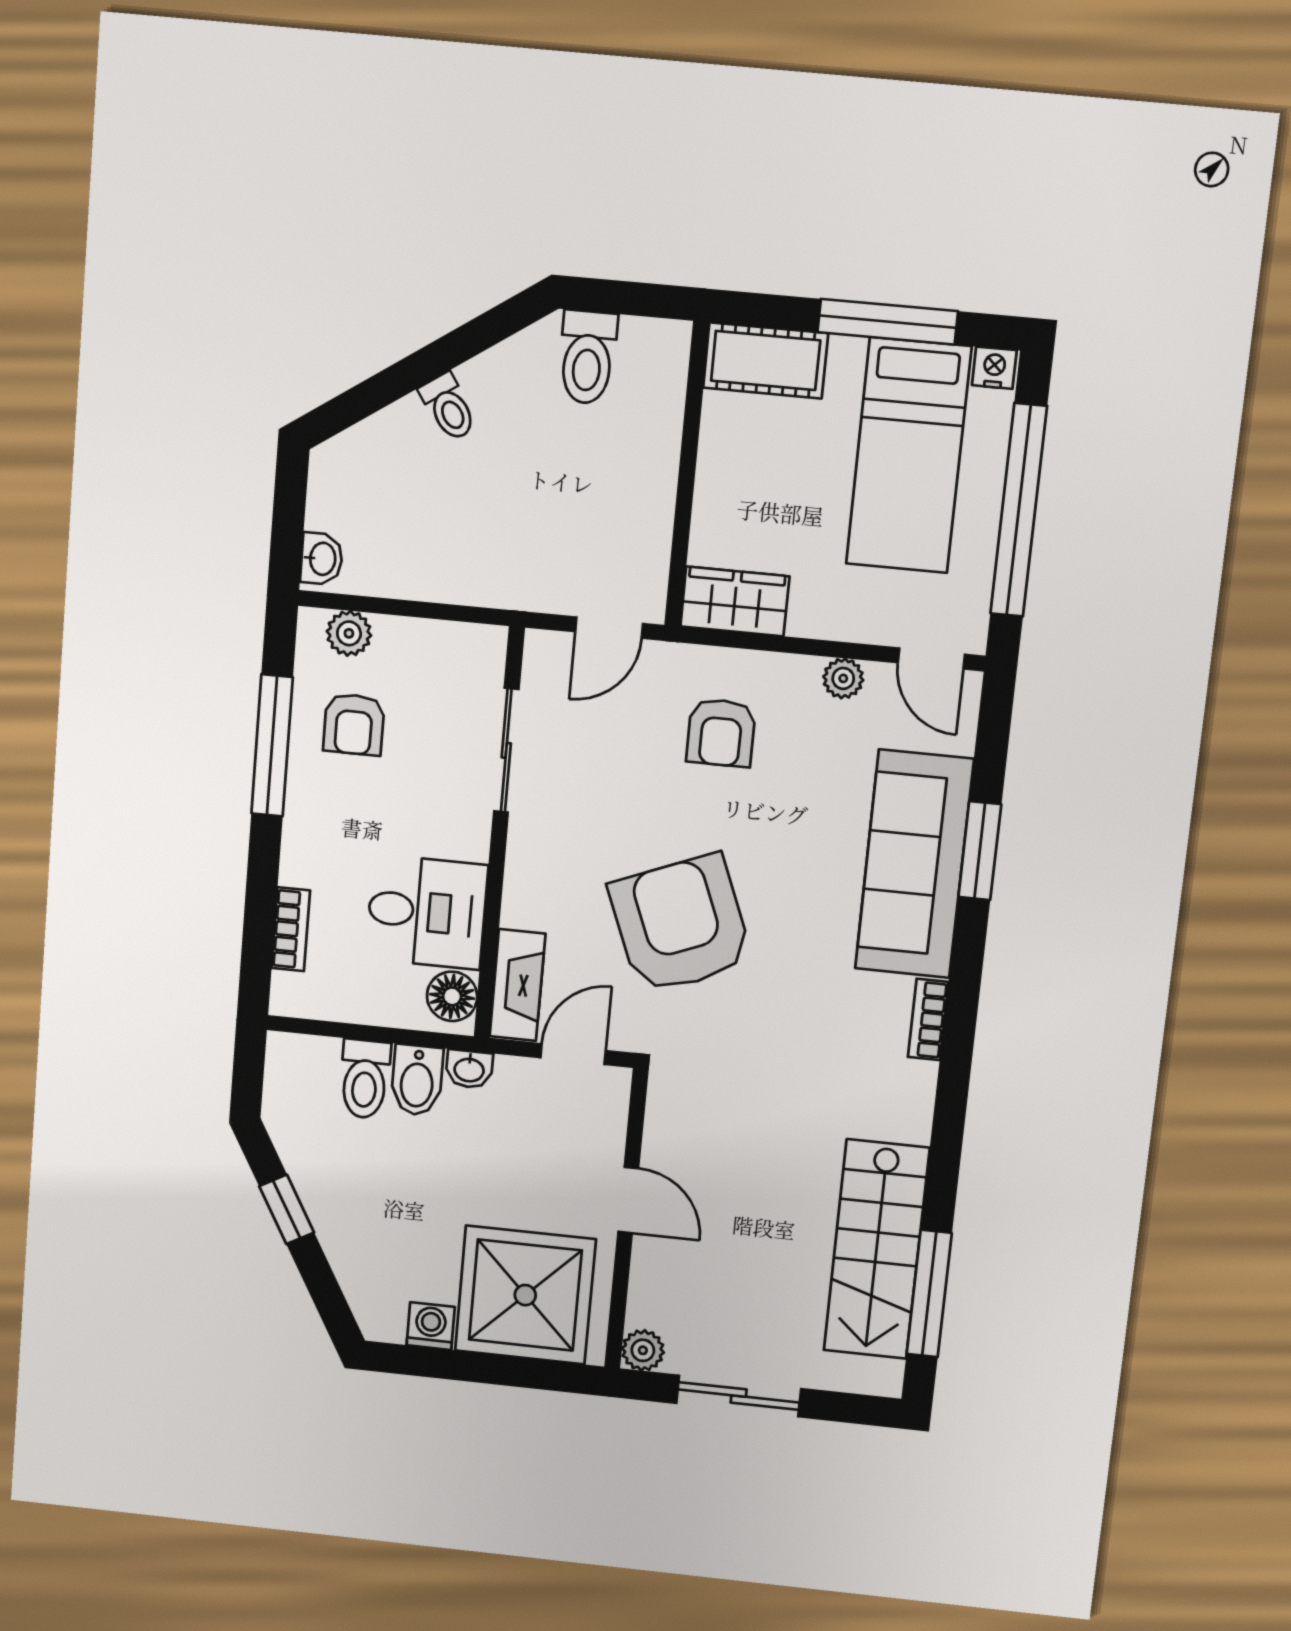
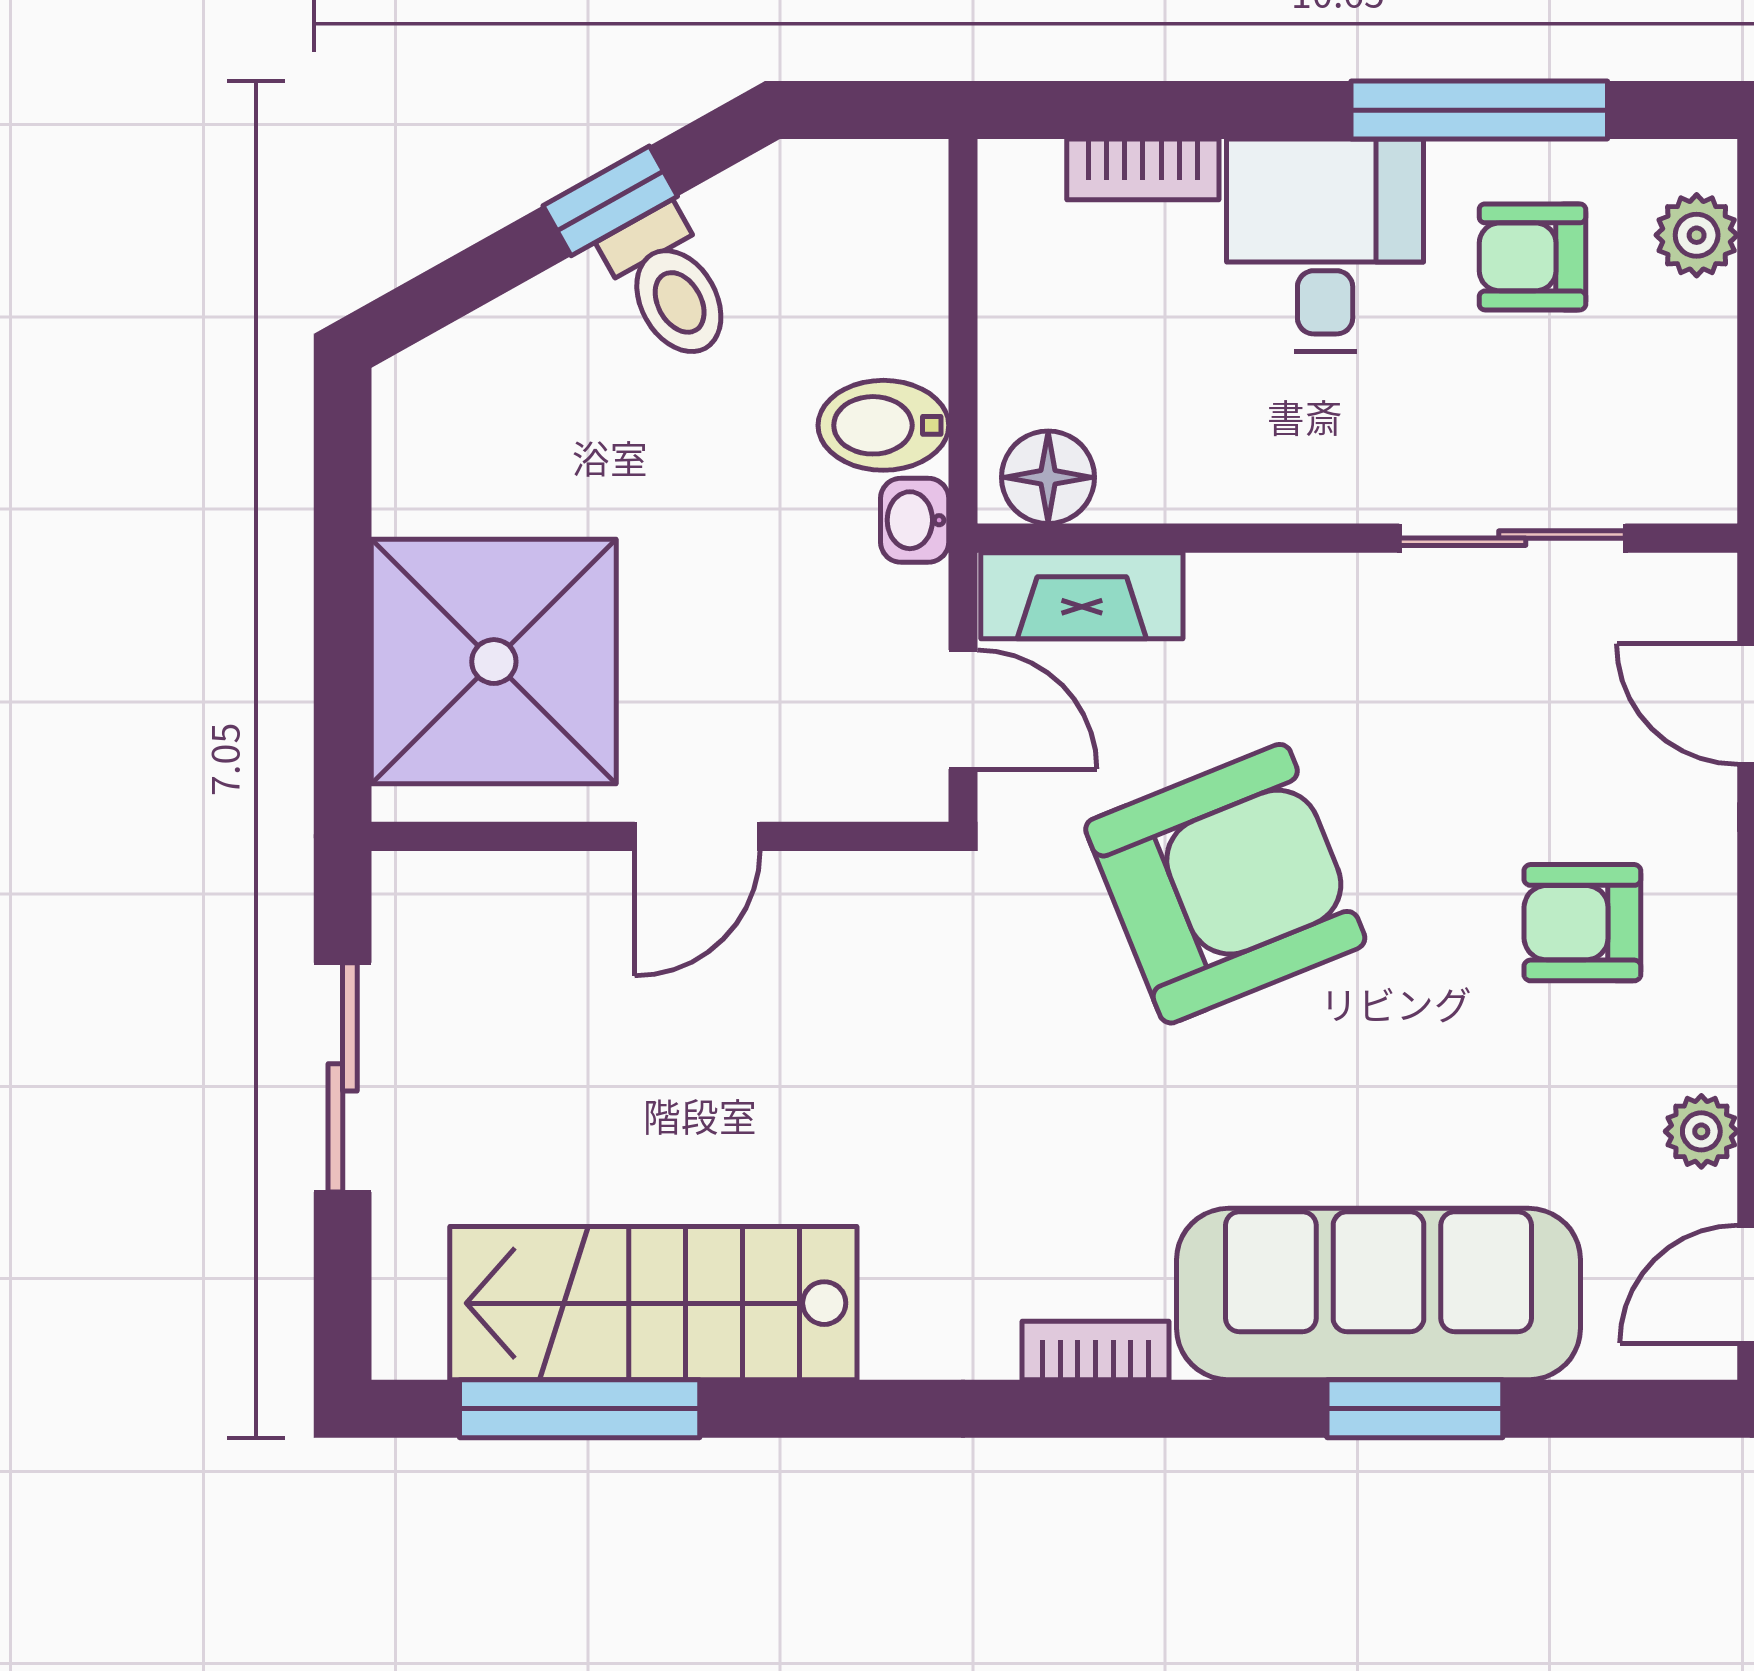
desk: (427, 912) -> (1325, 245), moved, turned 180
toilet: (365, 1079) -> (670, 285), moved, turned -119
washing machine: (431, 1326) -> (414, 489), removed
plant: (643, 1350) -> (411, 891), removed

